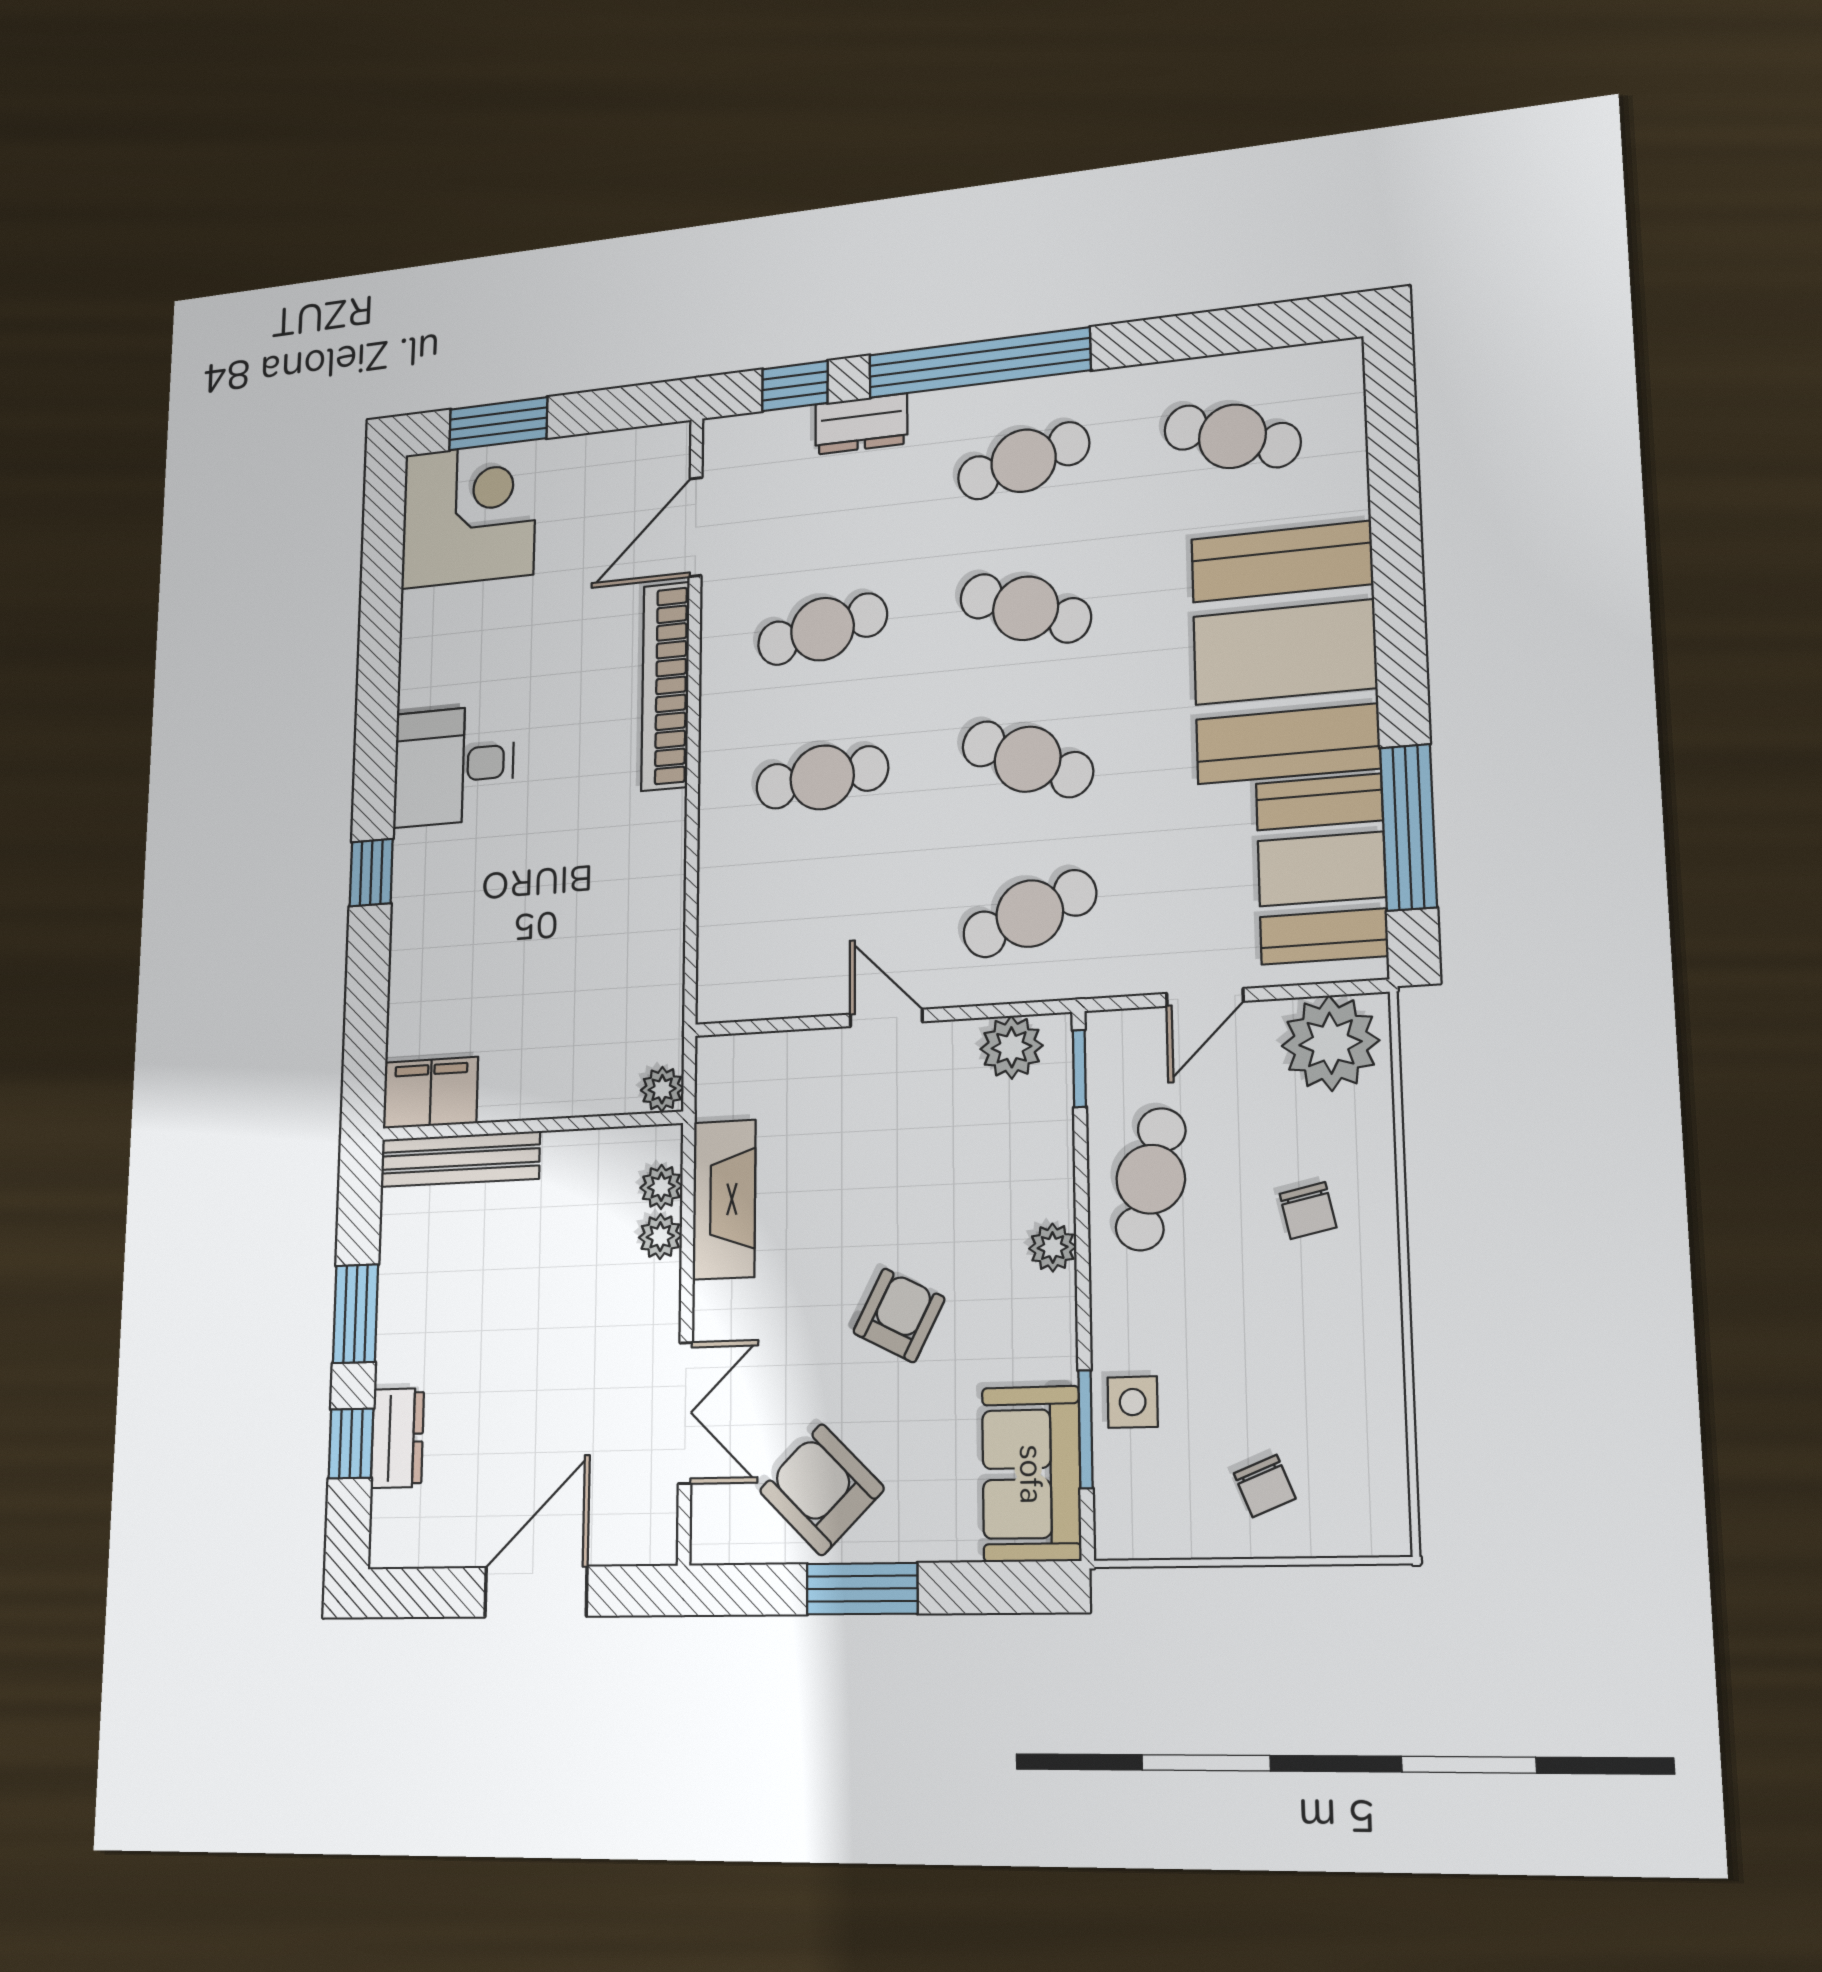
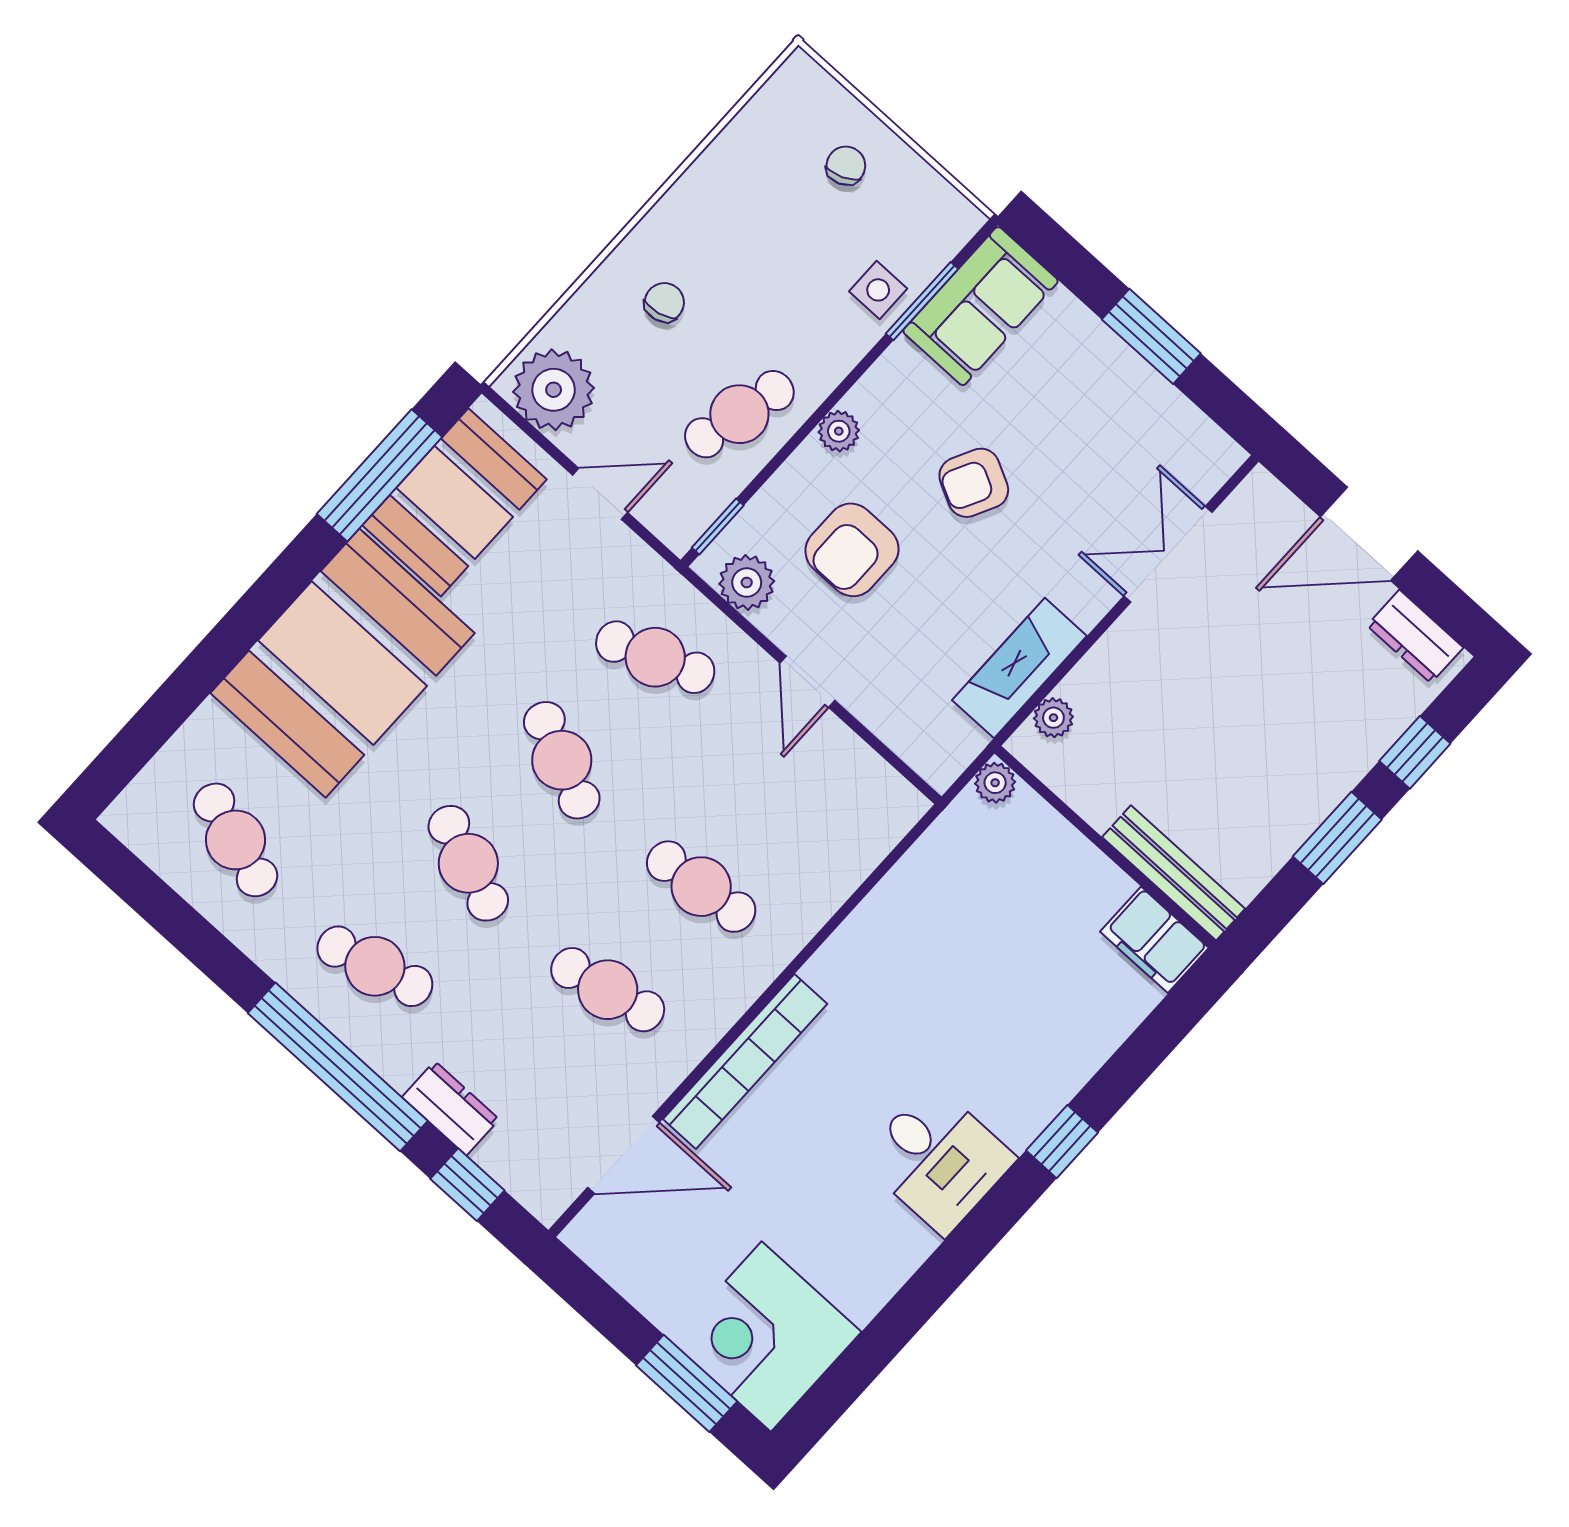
plant: (660, 1237) -> (1083, 685), removed
dresser: (397, 1438) -> (1415, 636), moved, turned -90
armchair: (822, 1490) -> (852, 550), moved, turned 45

